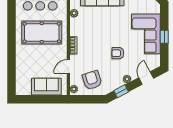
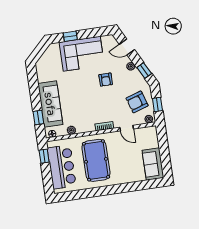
window: (164, 37) -> (70, 36), moved
sofa: (46, 87) -> (153, 164), moved
window: (87, 99) -> (157, 105), added

